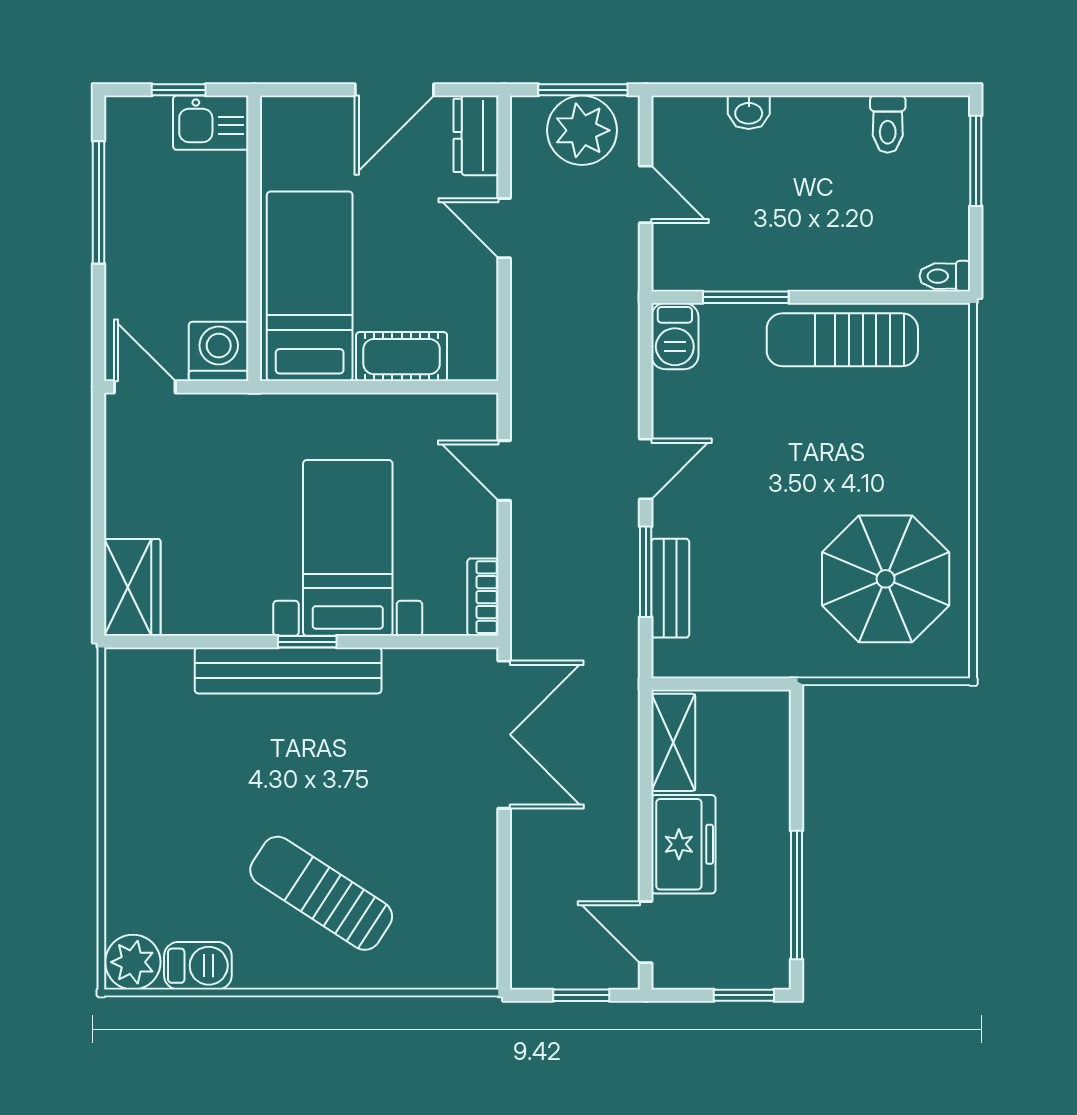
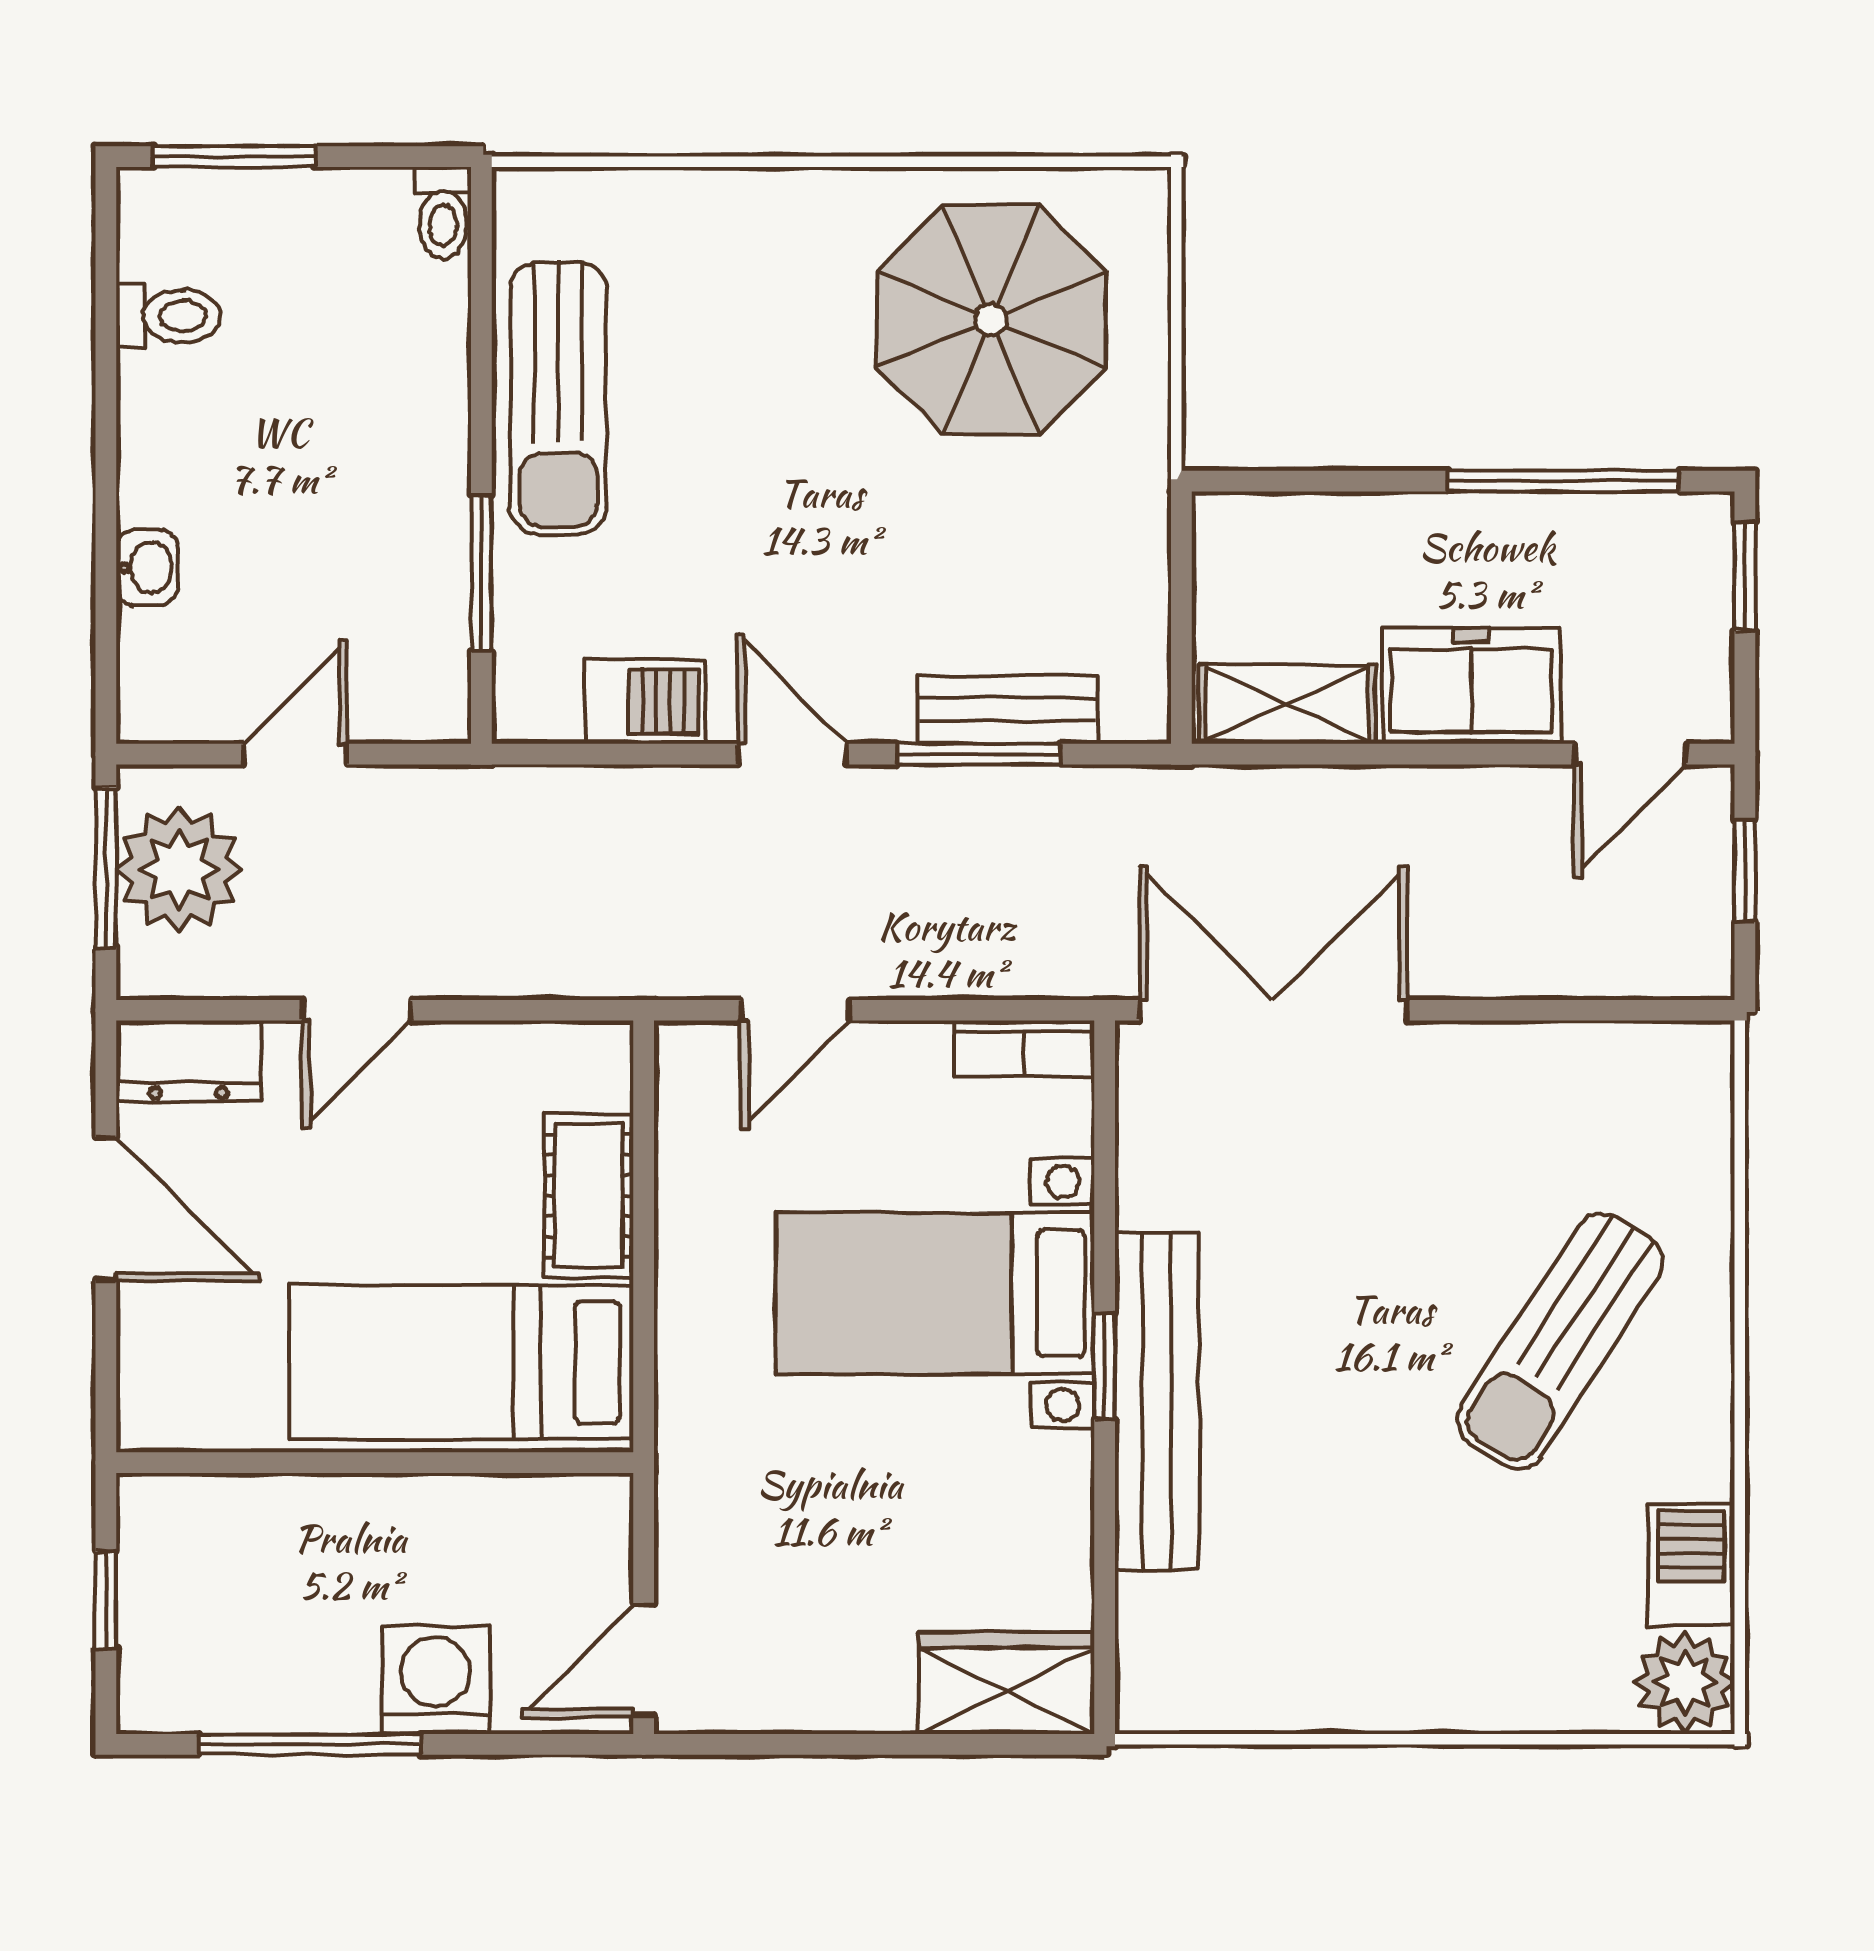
kitchen sink: (211, 123) -> (166, 1541), removed
barbecue: (675, 336) -> (645, 701), moved
washing machine: (219, 351) -> (436, 1680), moved, turned 90

